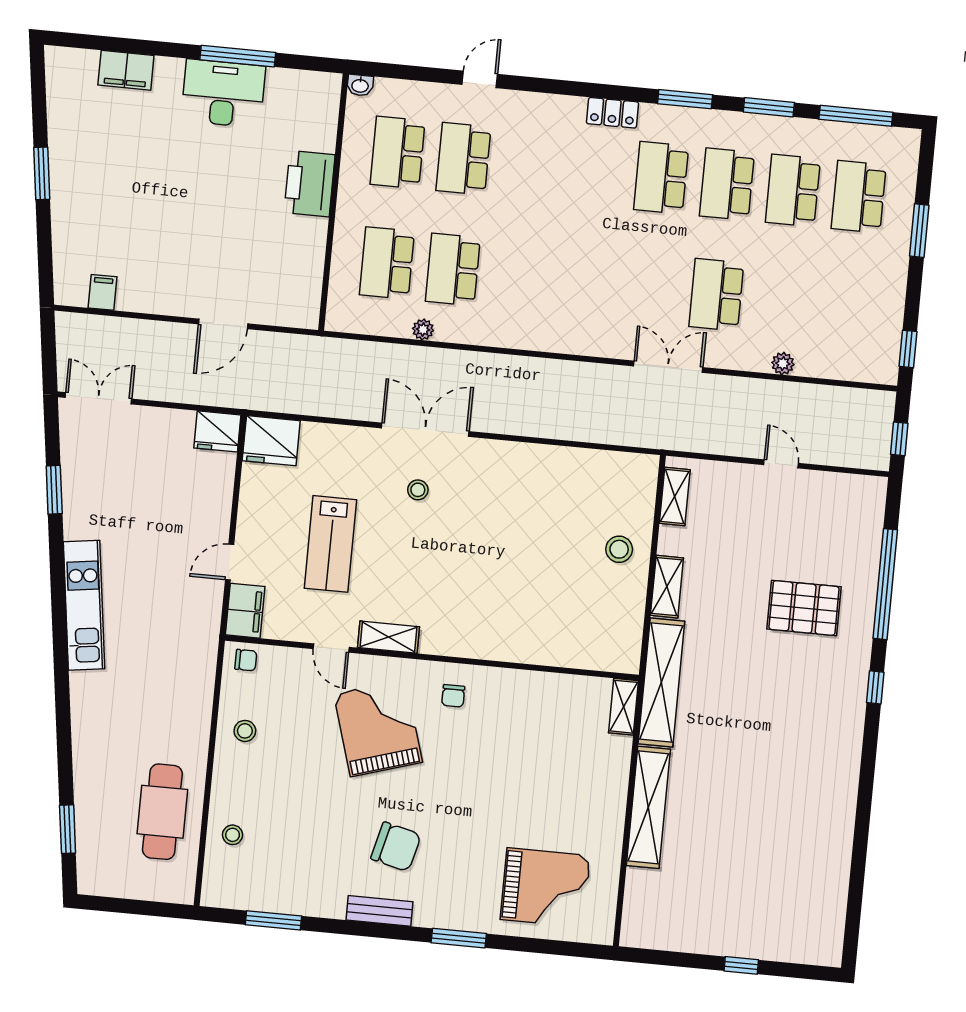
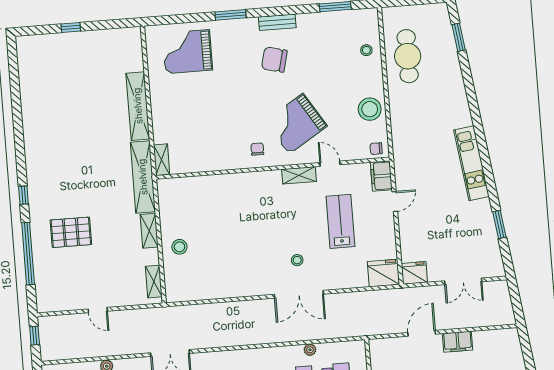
filing cabinet: (102, 292) -> (458, 342), moved, width x2.00
double door: (98, 398) -> (463, 281), moved
grand piano: (378, 728) -> (296, 124), turned 75
stool: (245, 731) -> (370, 109), width x1.89, depth x1.89

